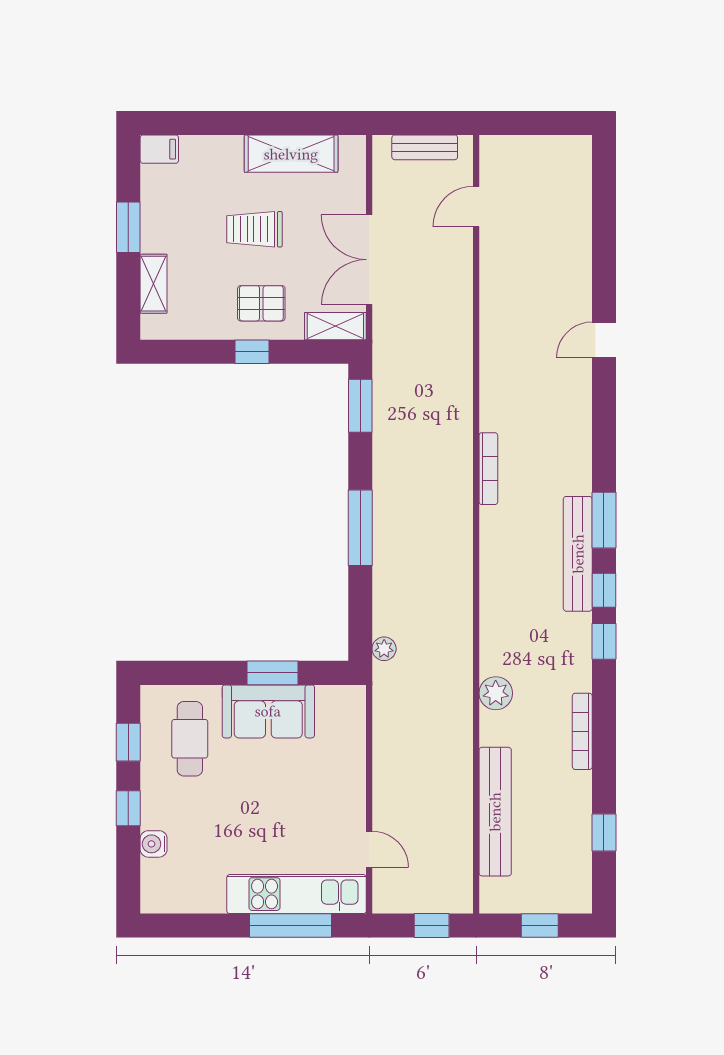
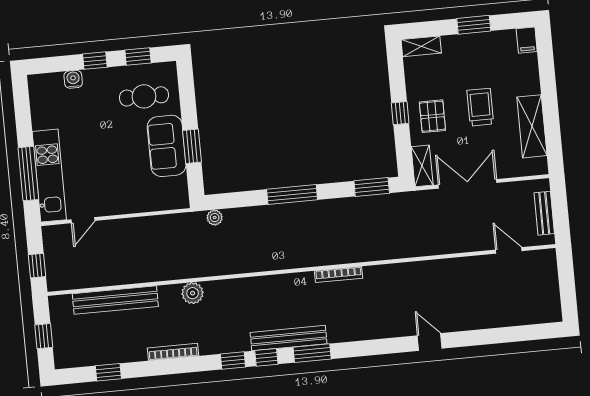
shelving: (154, 284) -> (421, 46), moved

